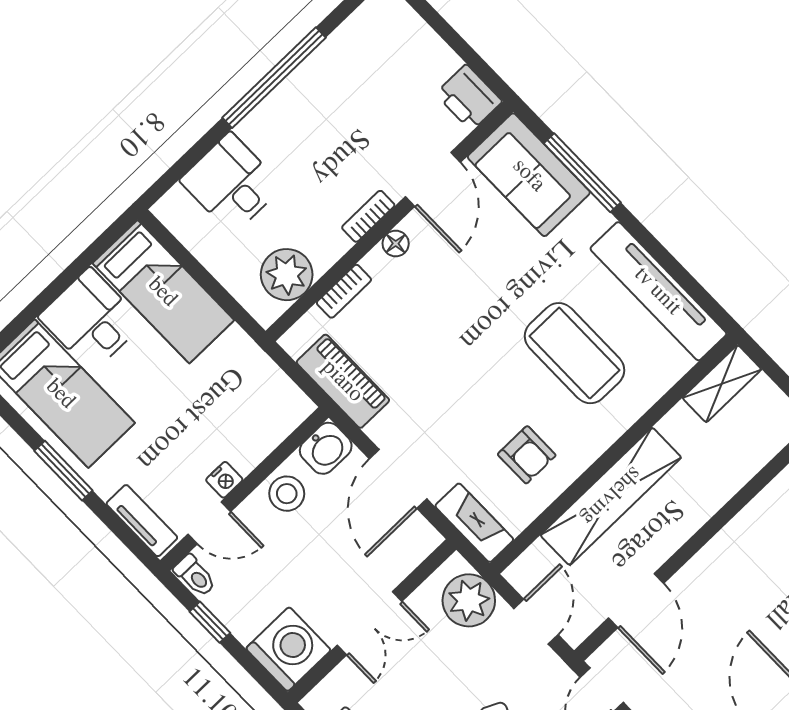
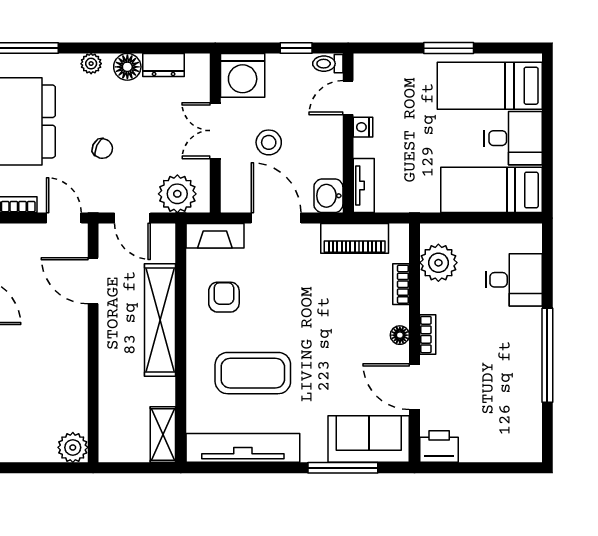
armchair: (527, 455) -> (224, 297), turned 90
stool: (287, 494) -> (269, 142), moved
tv unit: (142, 521) -> (364, 186), moved, turned -90

